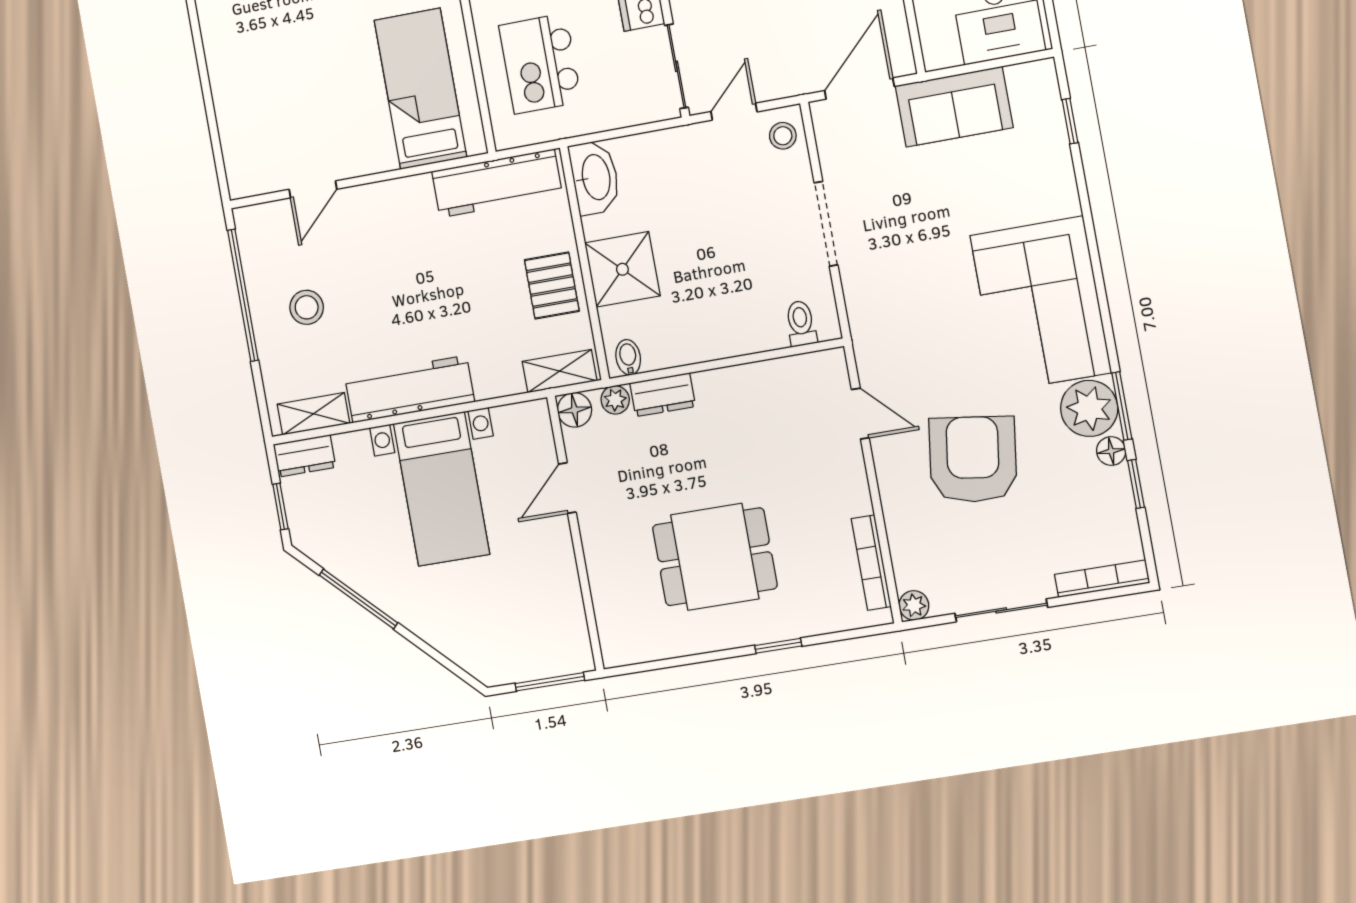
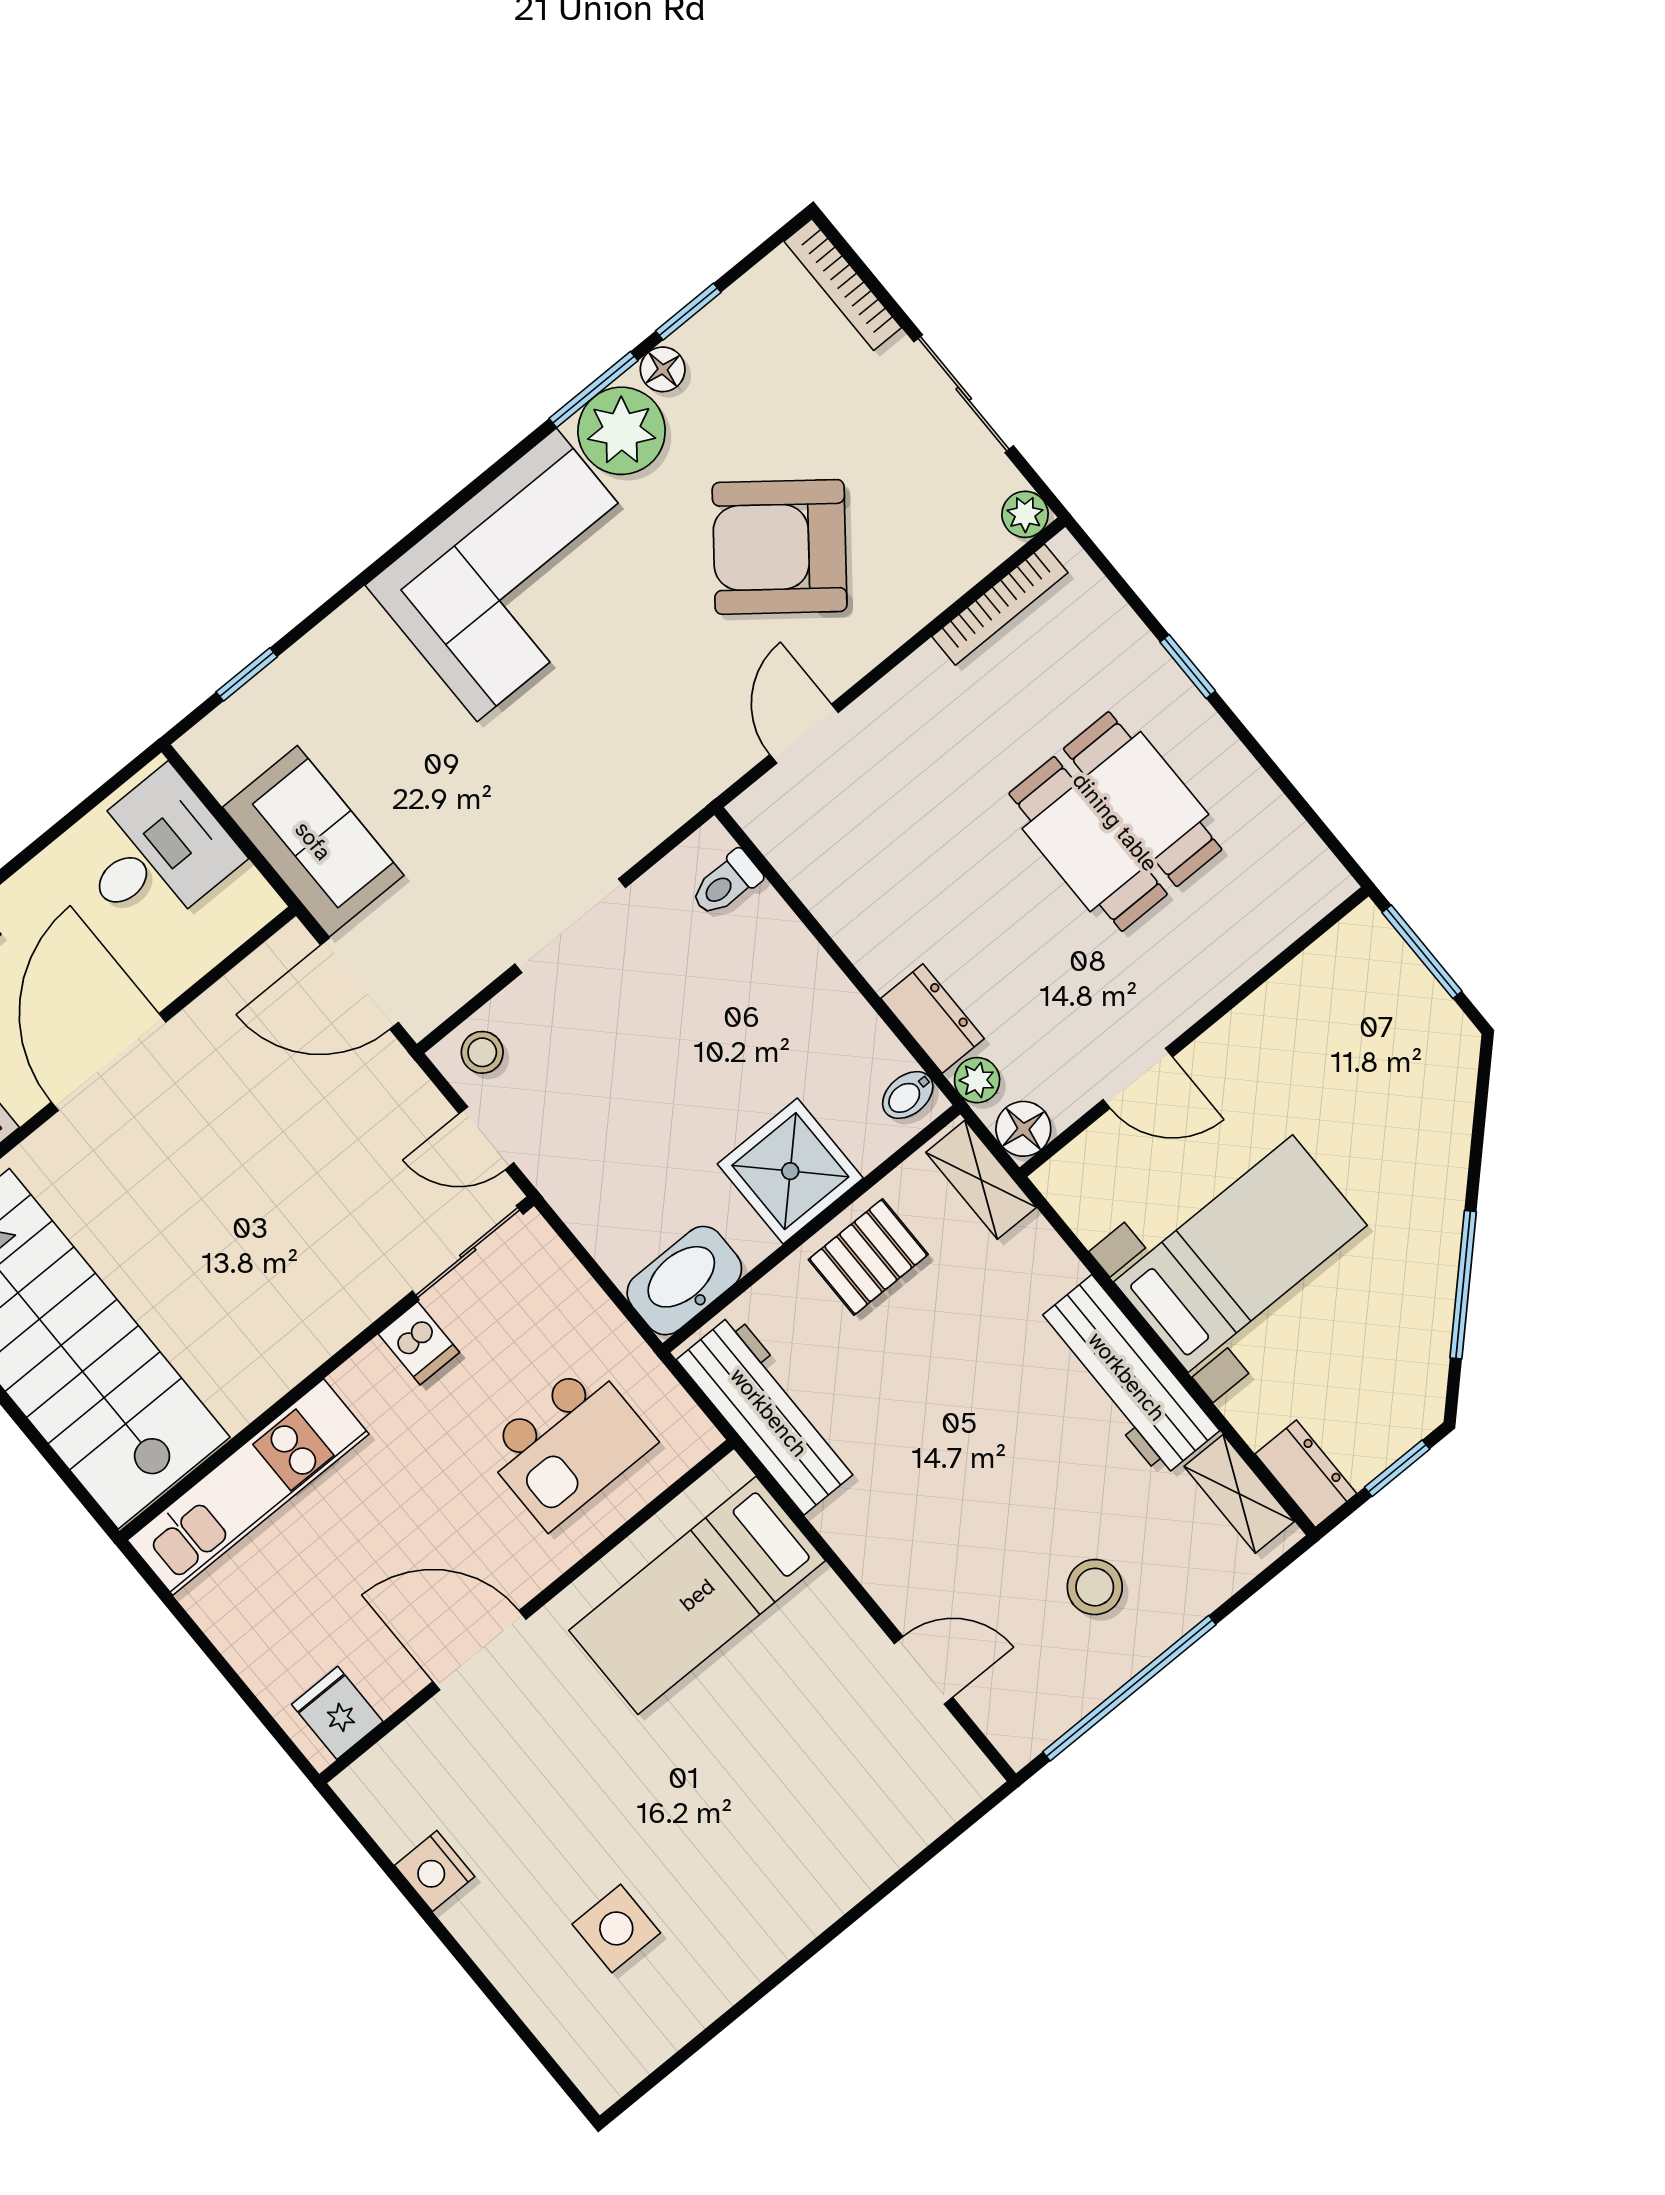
armchair: (973, 459) -> (780, 547), turned 30

